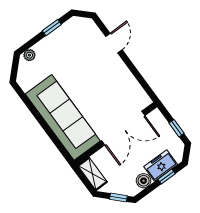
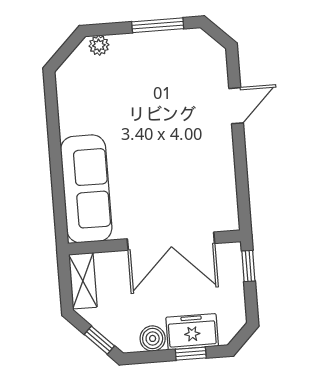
window: (52, 28) -> (158, 25), width x1.50
sofa: (63, 117) -> (86, 189), width x0.74, depth x0.79
window: (176, 128) -> (248, 266), moved

